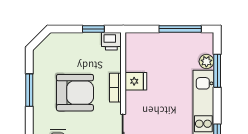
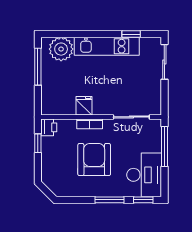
plant: (206, 61) -> (61, 49), width x1.88, depth x1.88
window: (217, 71) -> (75, 34), removed
window: (29, 90) -> (109, 200), moved

